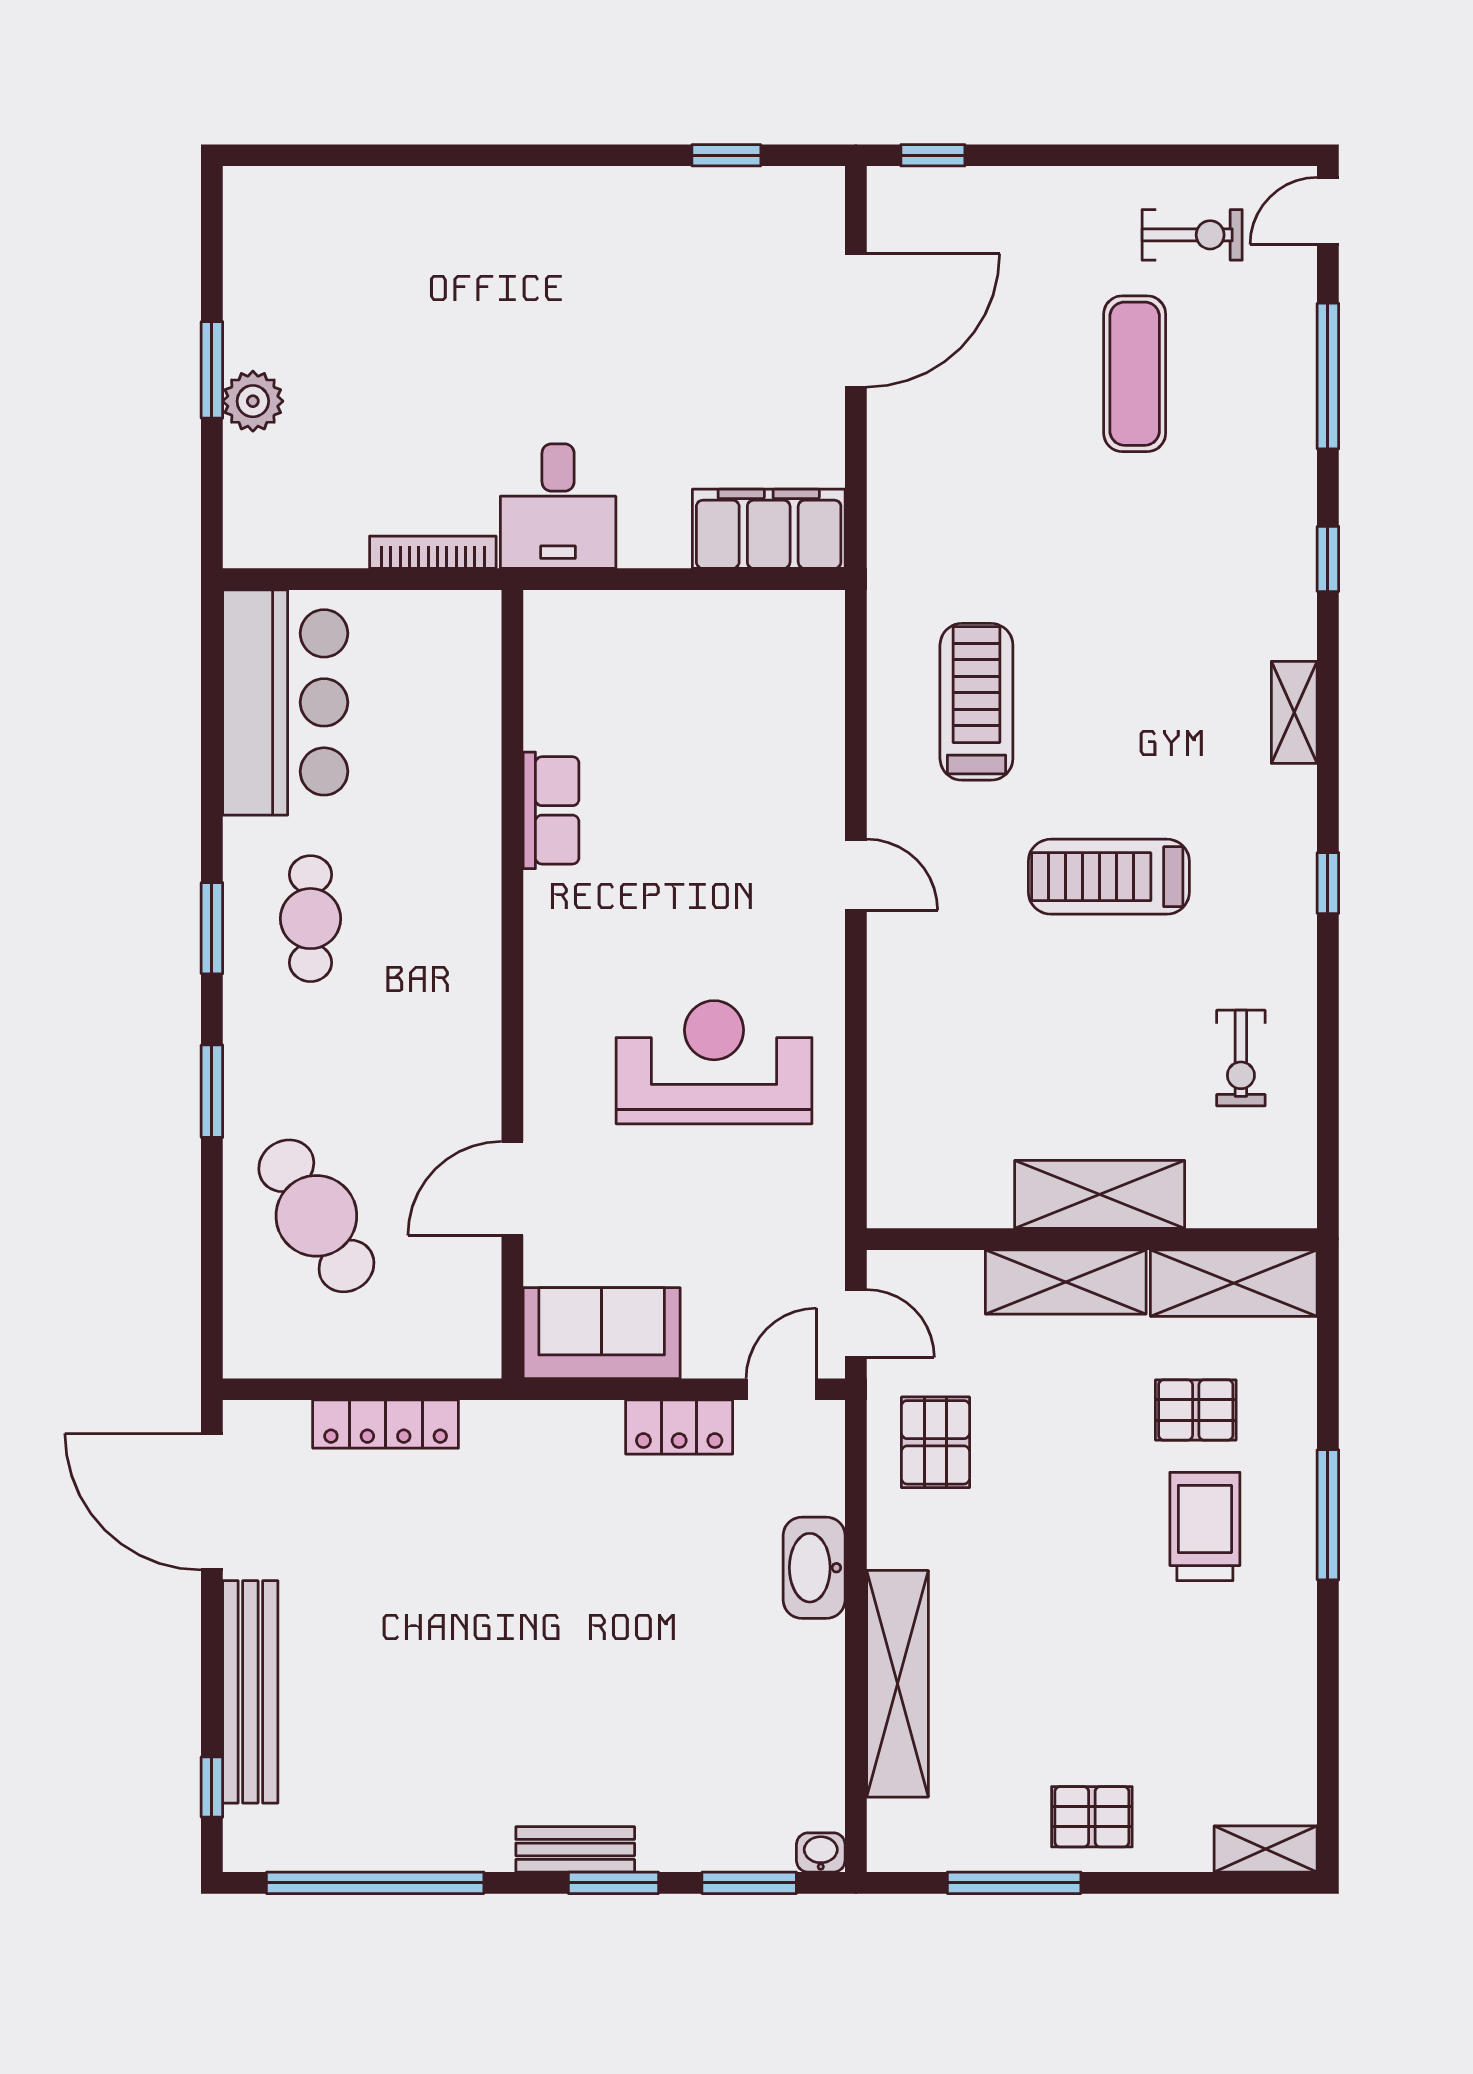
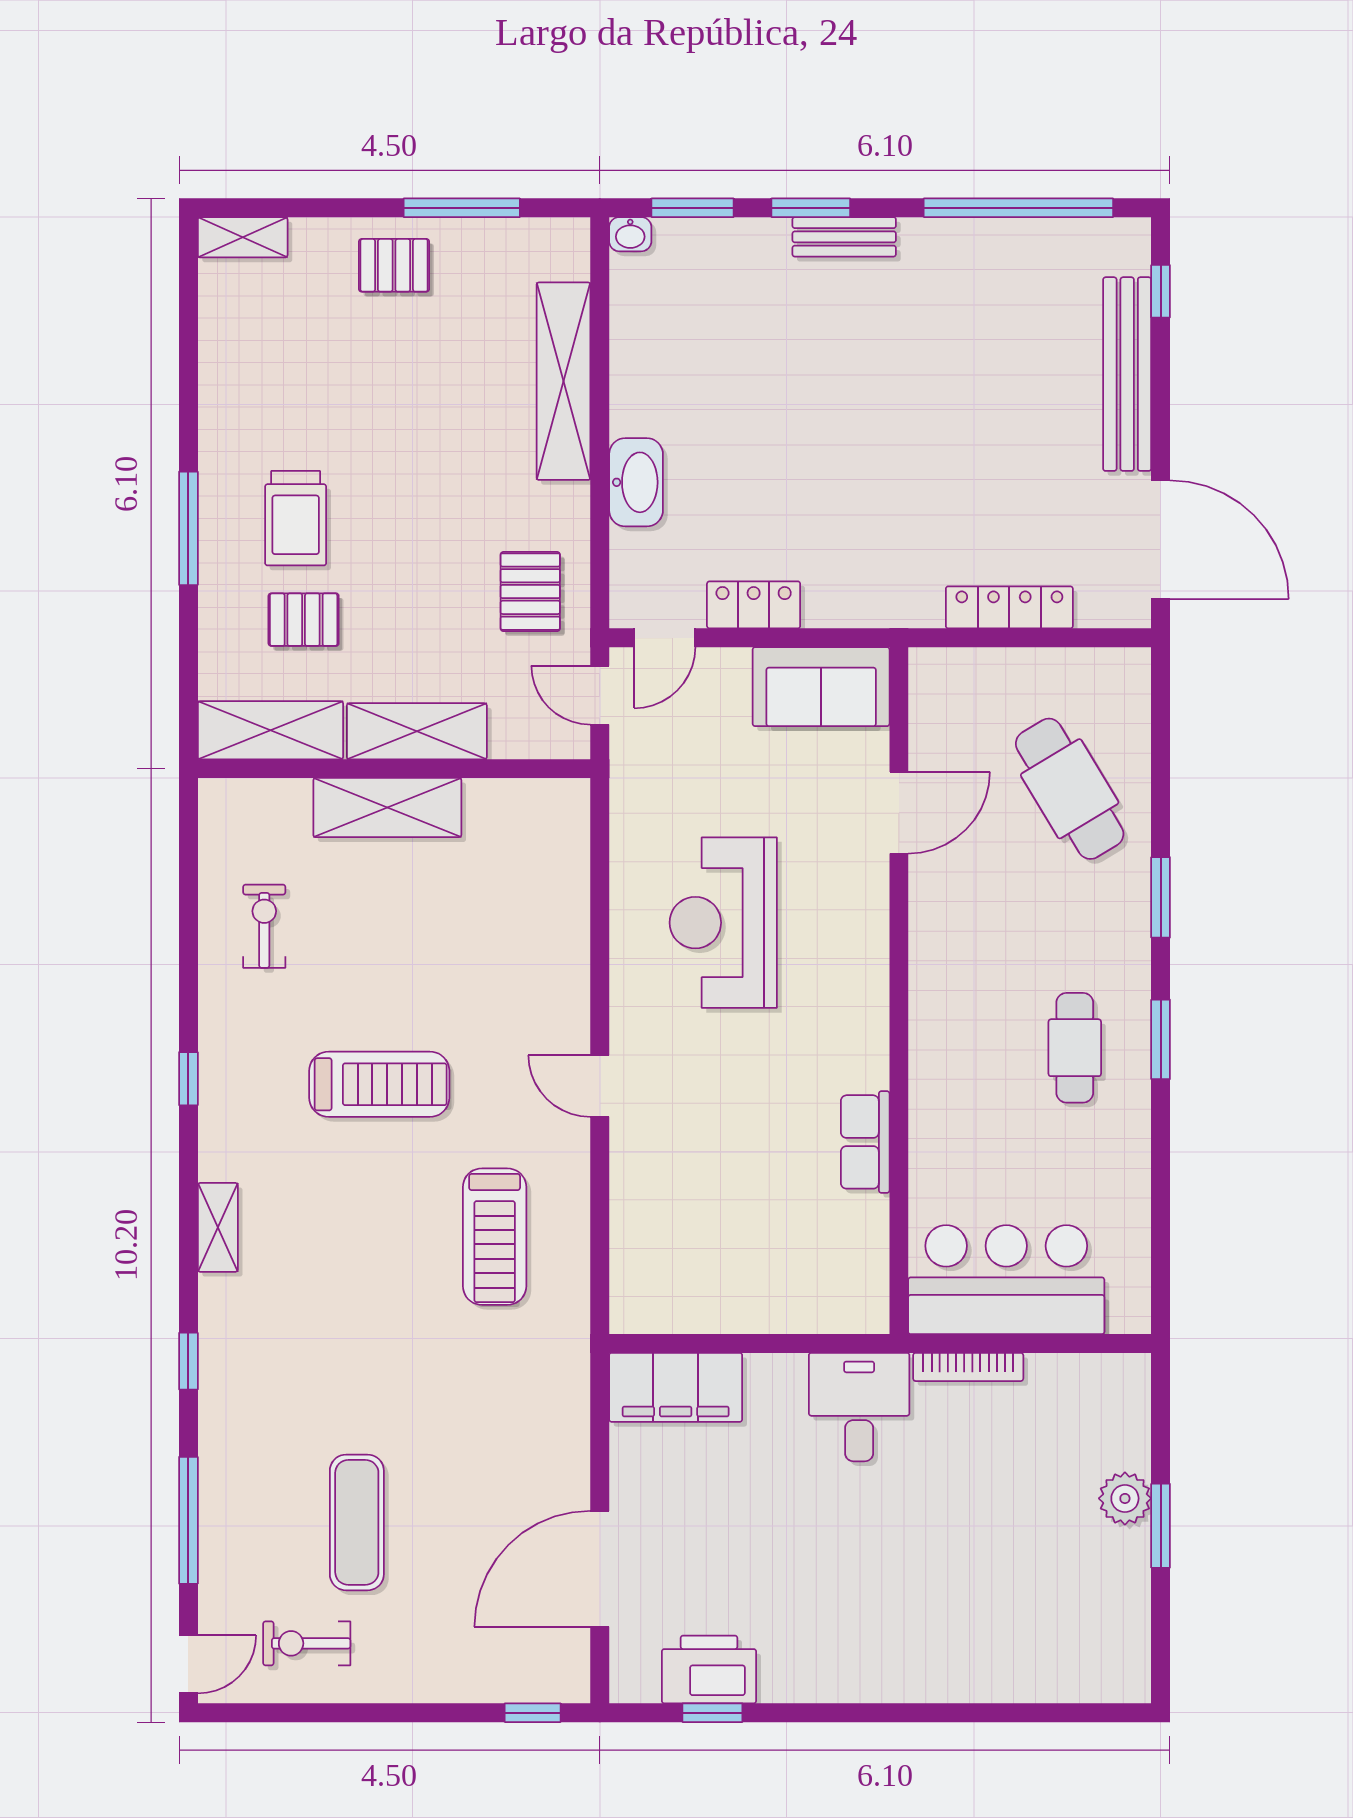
printer: (730, 205) -> (709, 1669), added
bar counter: (285, 702) -> (1006, 1280), moved, turned 90
reception desk: (714, 1062) -> (723, 923), turned 90

